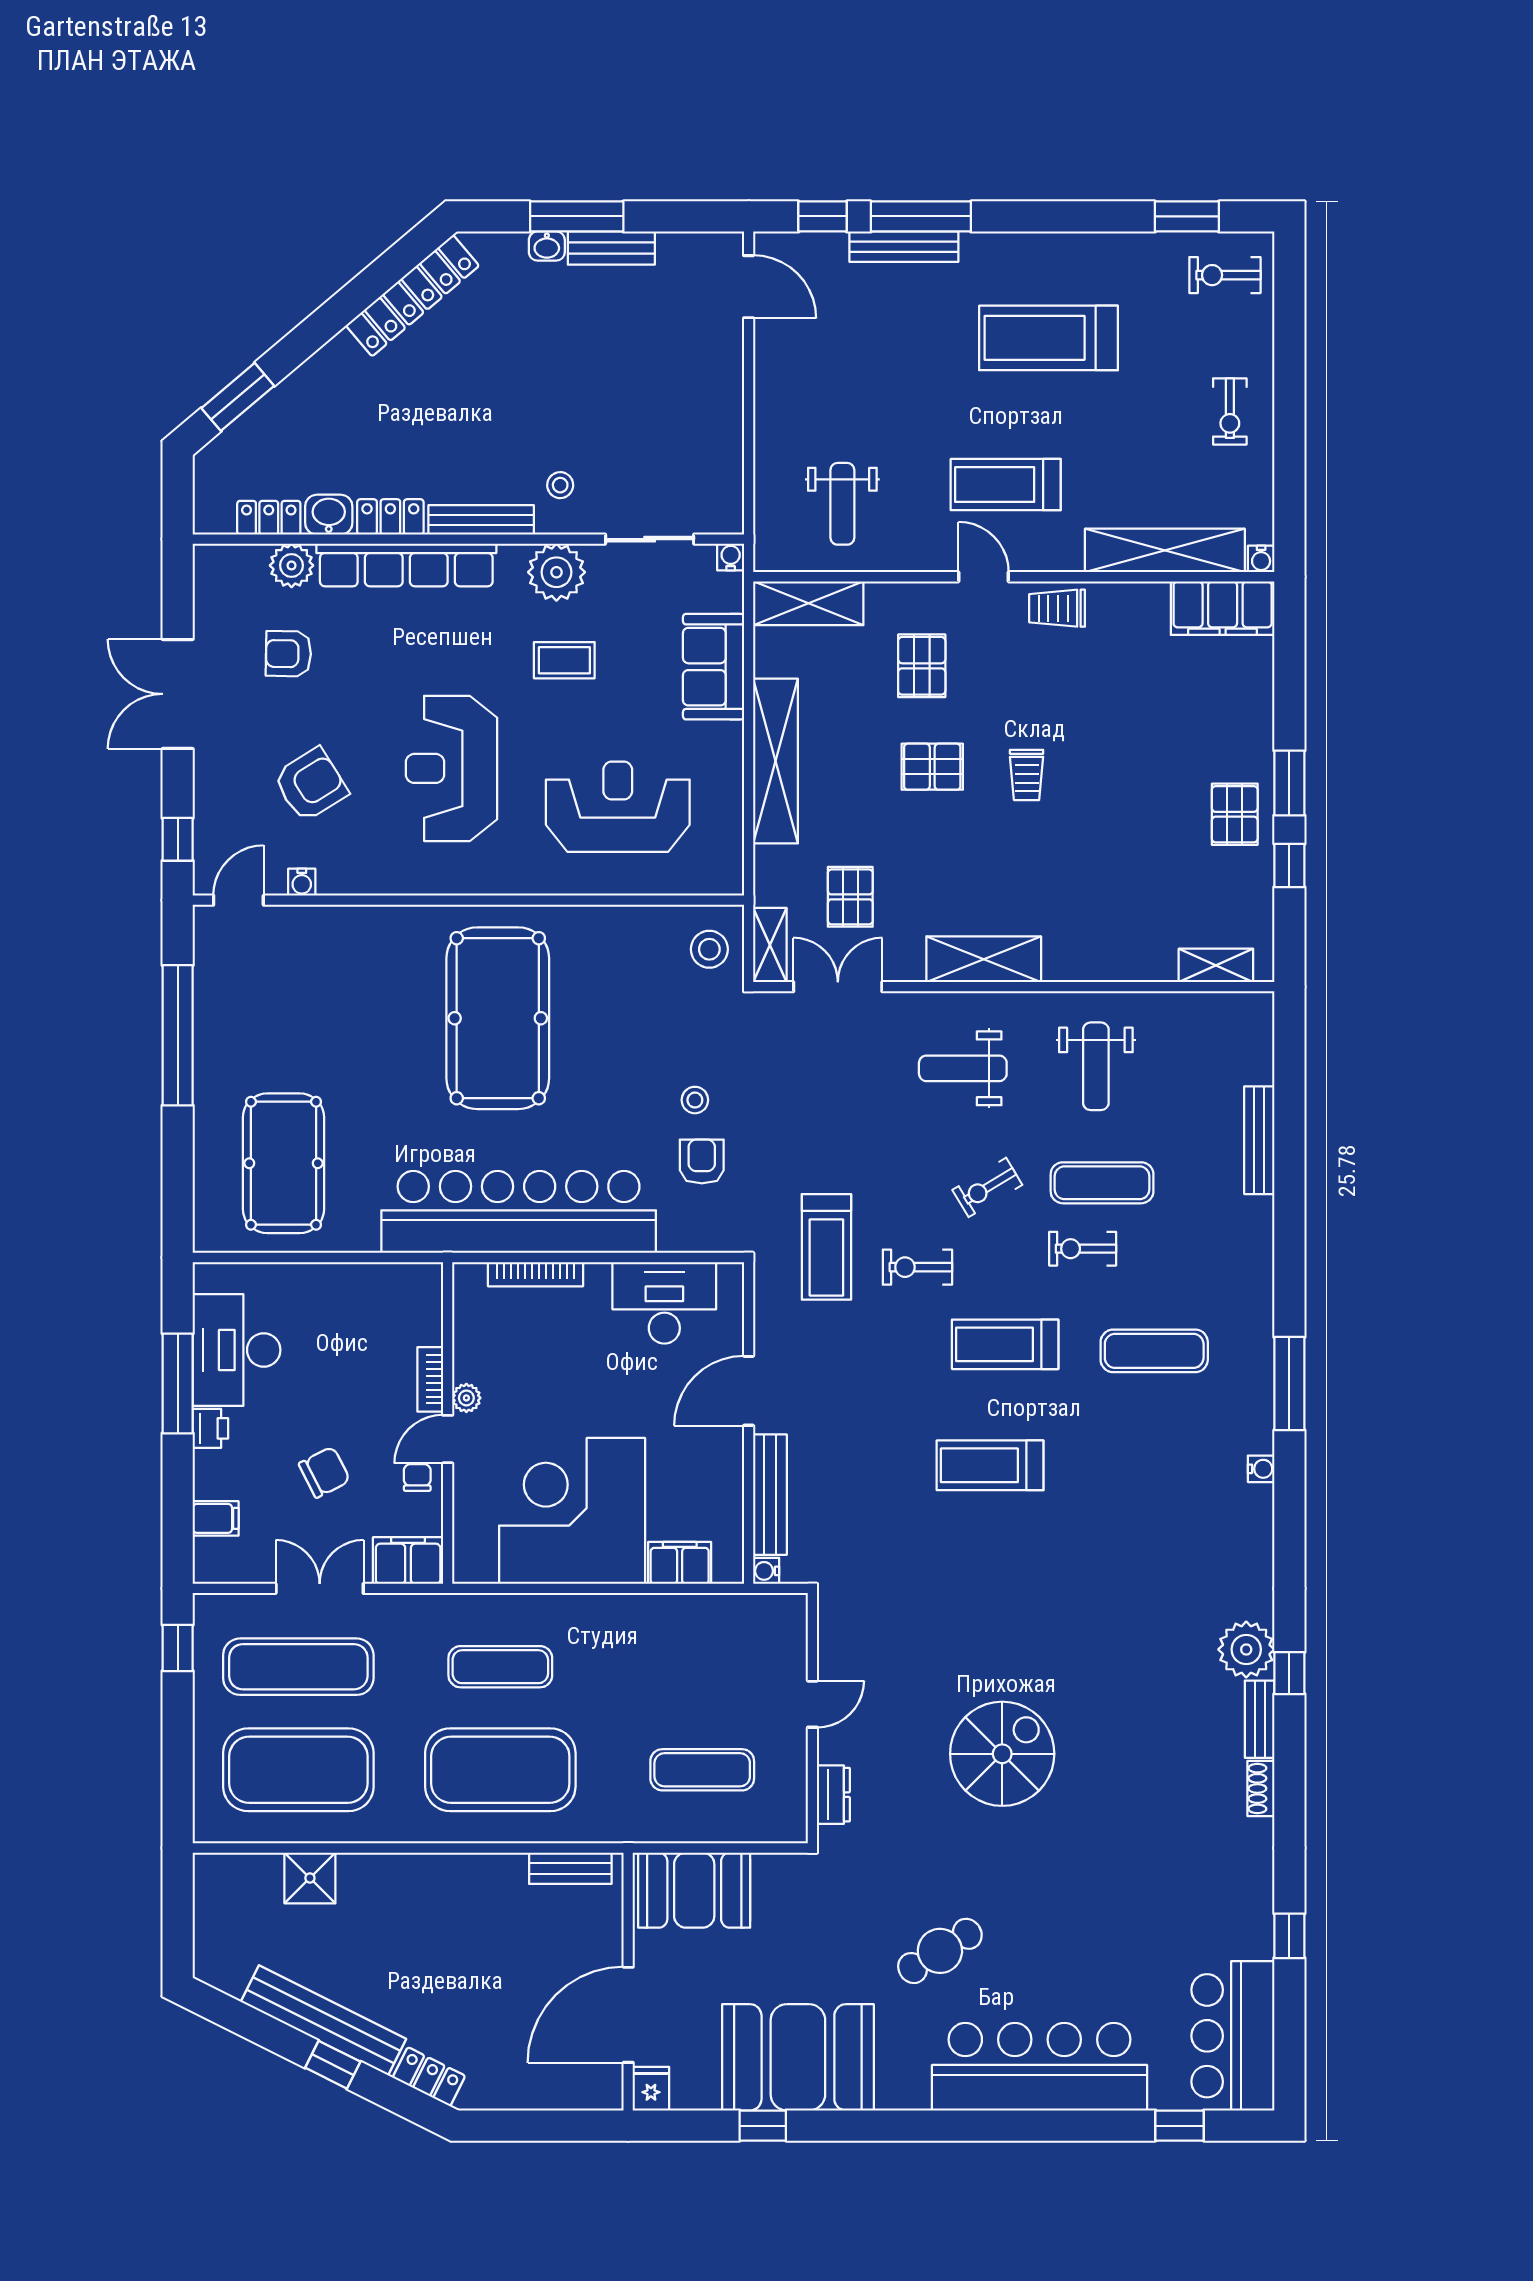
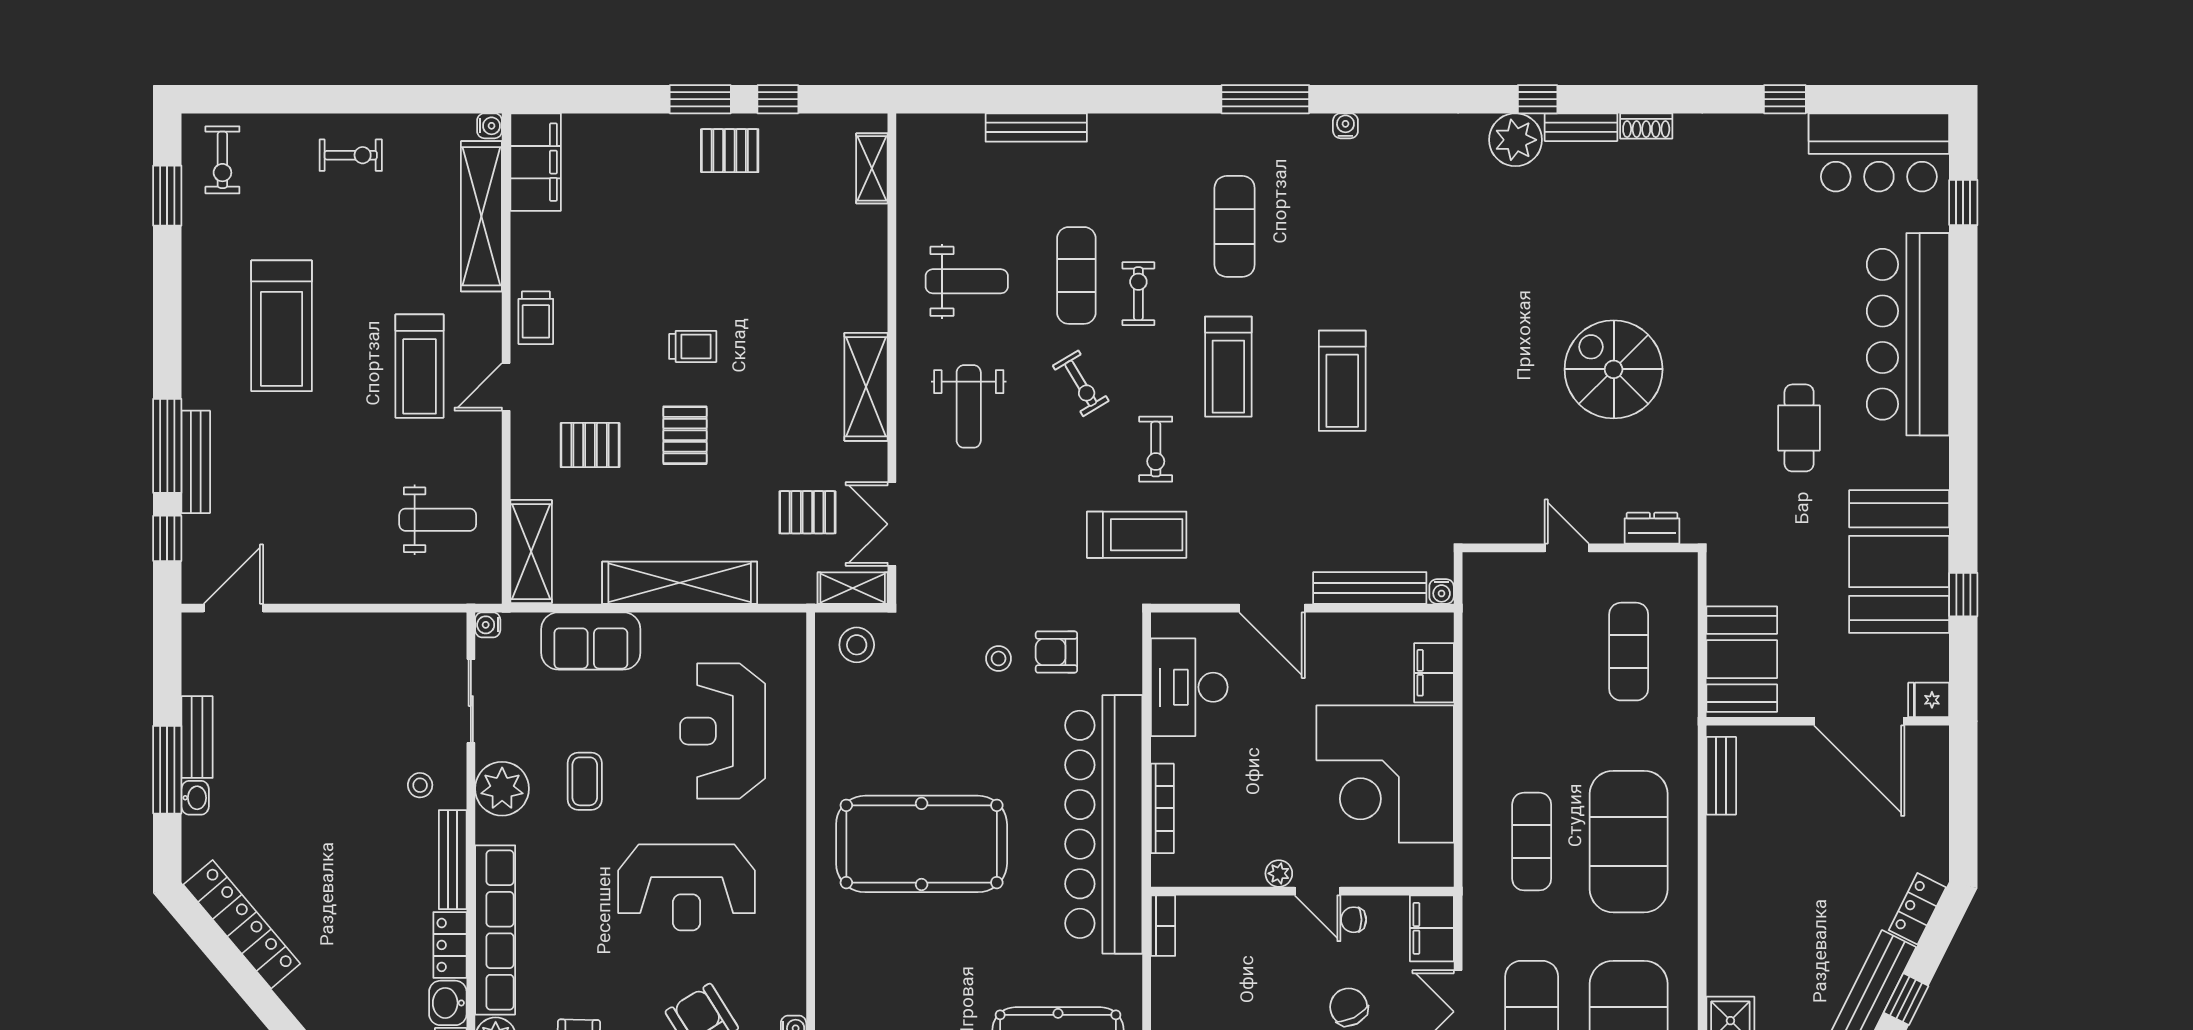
exercise bike: (1083, 1249) -> (1138, 294), turned 180
bookcase: (430, 1379) -> (1163, 926), moved, turned -90
cafe table: (940, 1951) -> (1799, 428), turned 32

